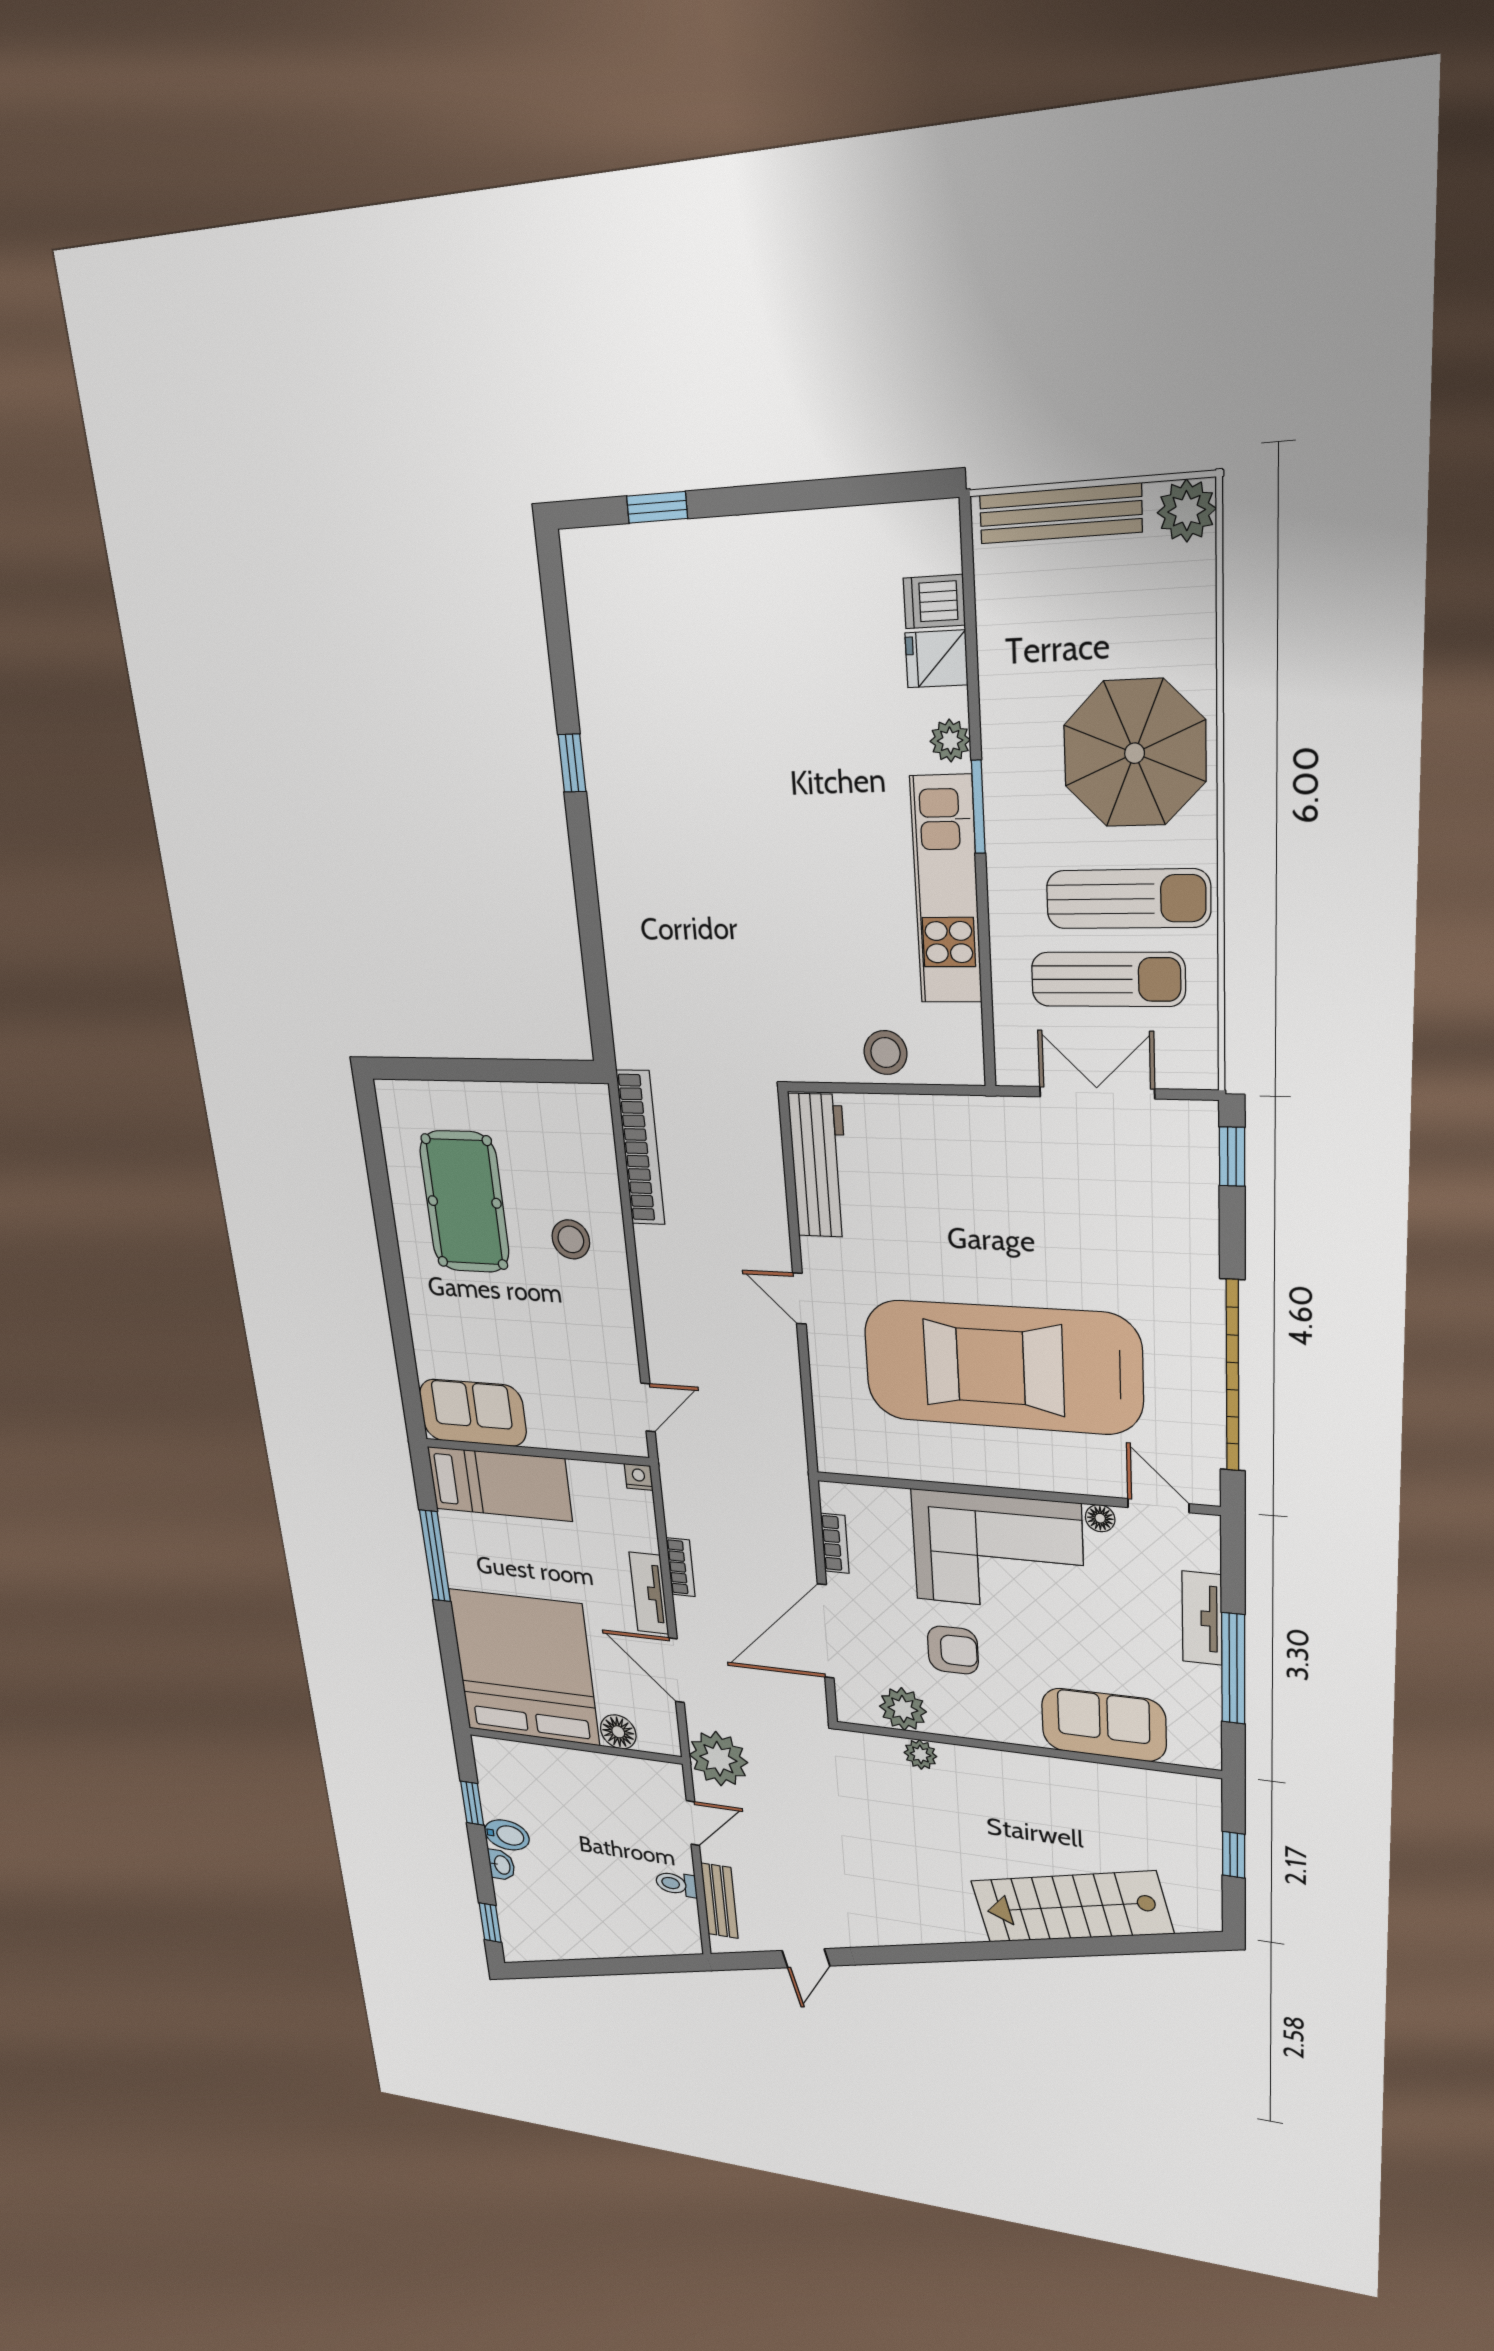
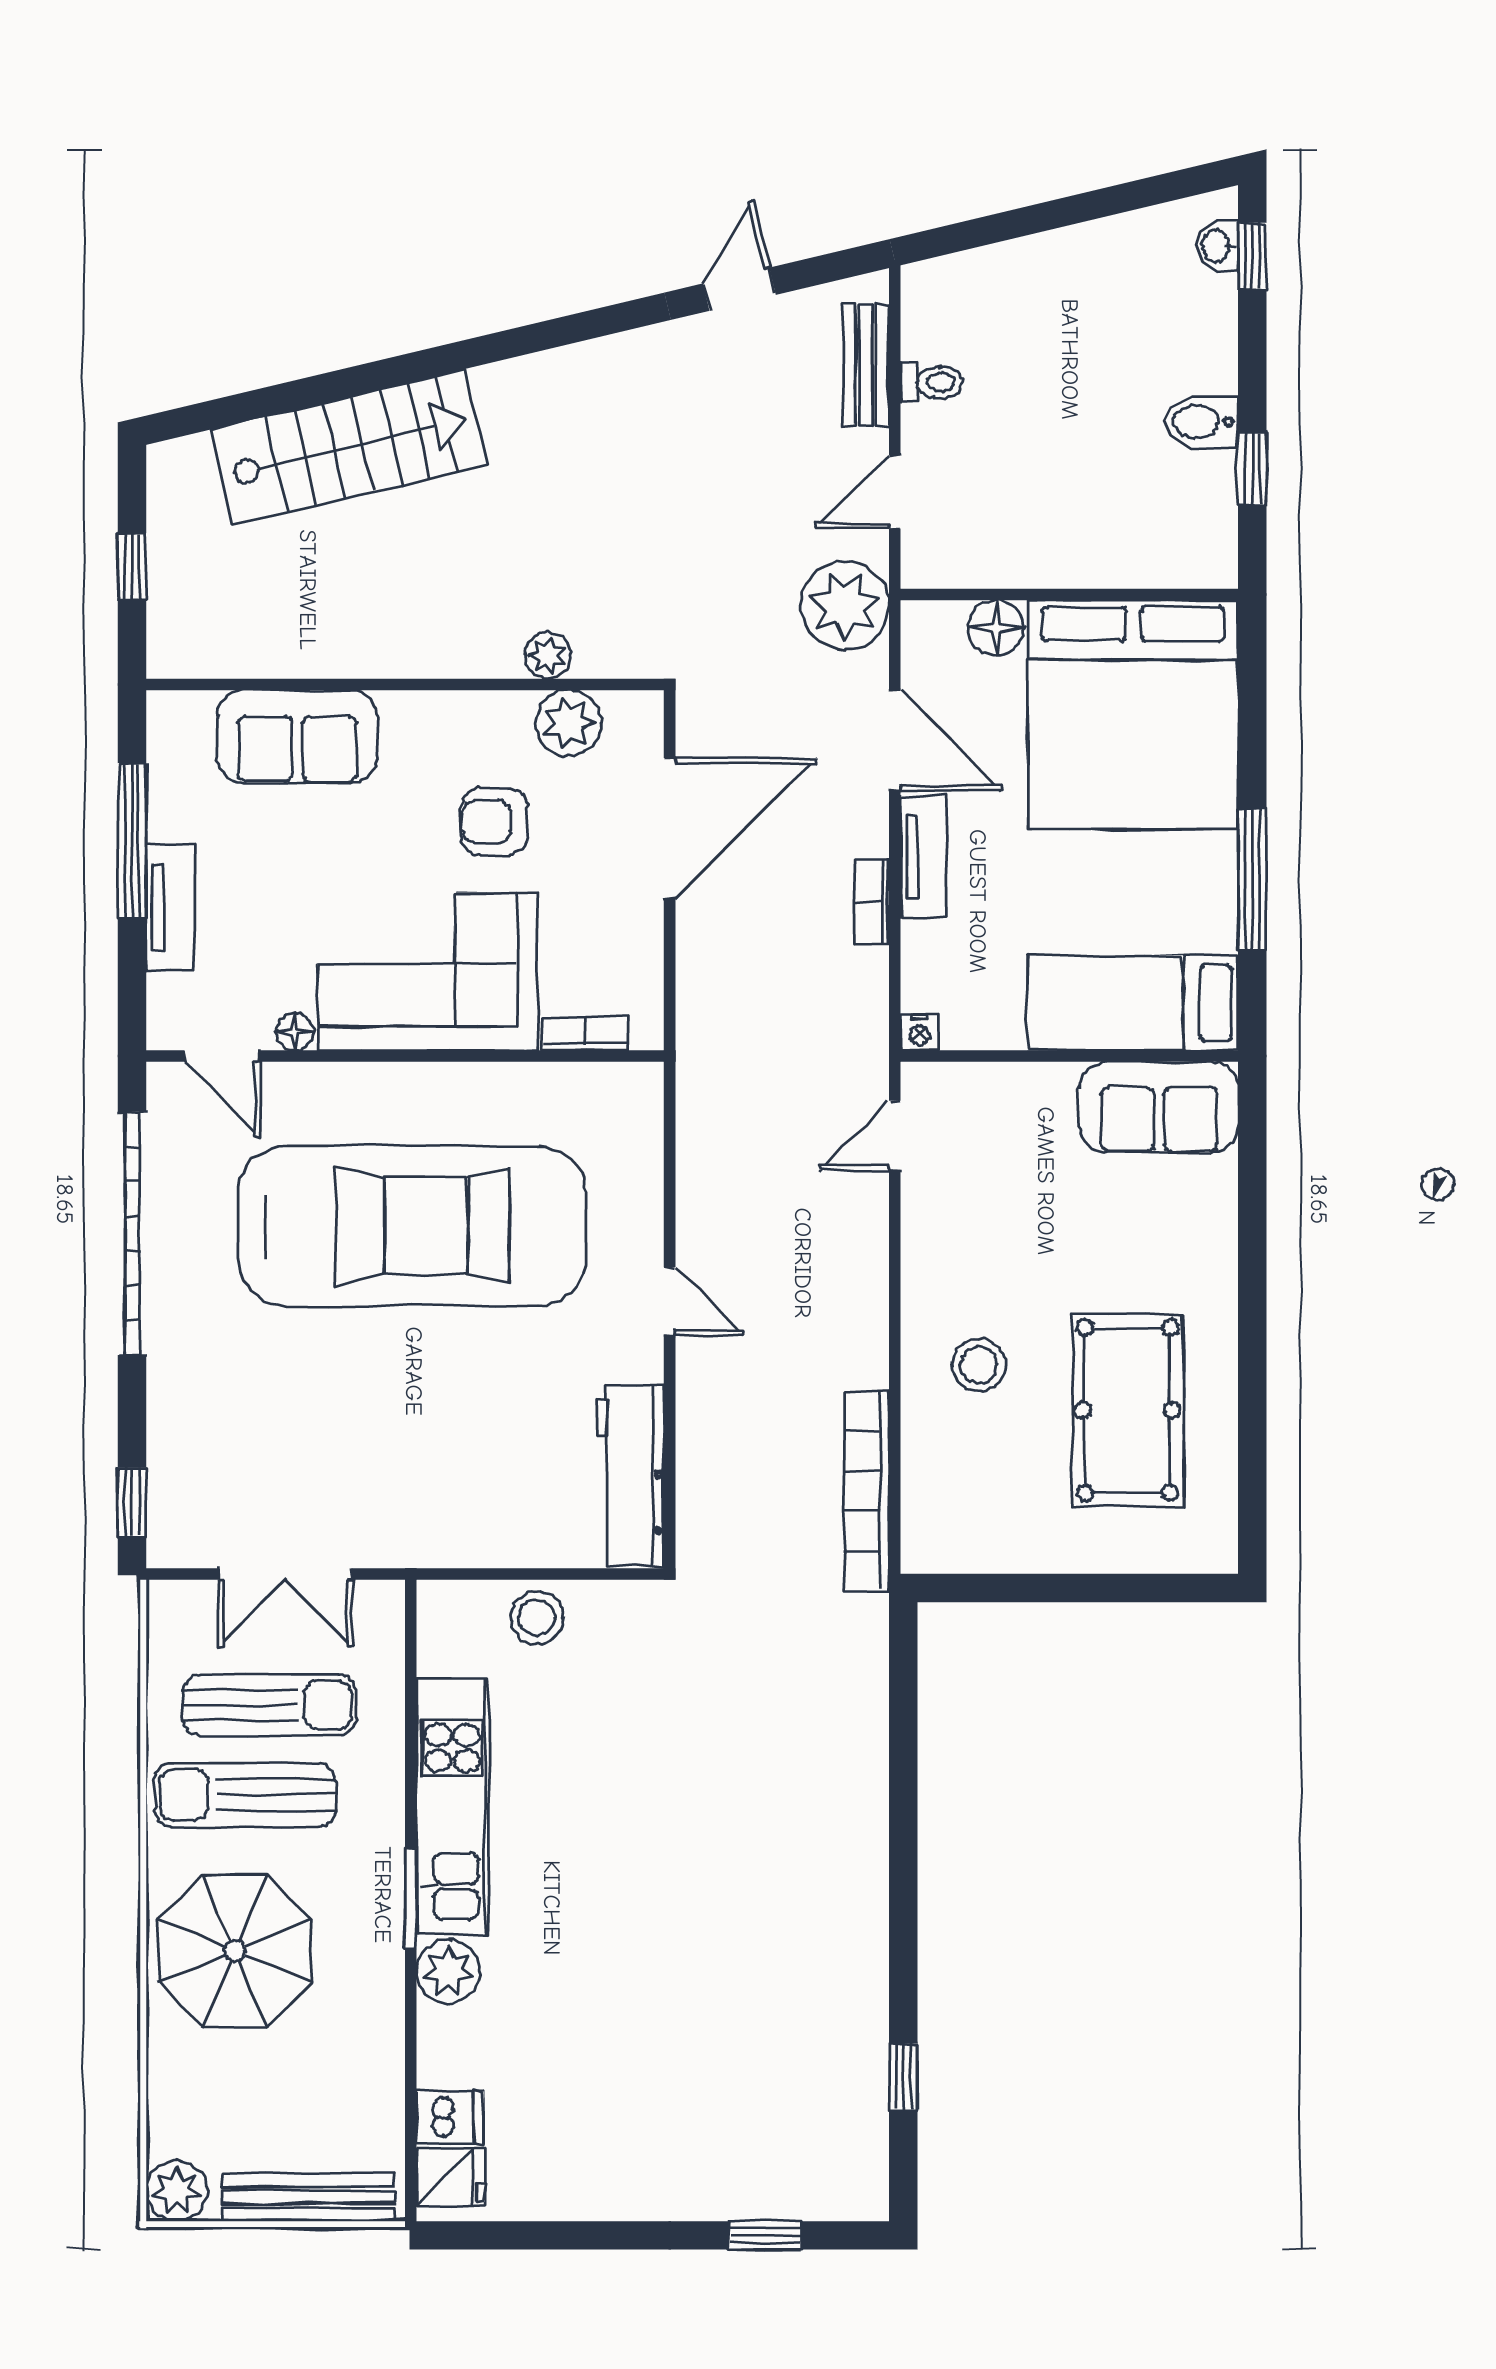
fridge: (936, 659) -> (451, 2177), moved
plant: (950, 741) -> (448, 1971), width x1.38, depth x1.38
window: (572, 763) -> (903, 2077), moved
sun lounger: (1108, 979) -> (270, 1705), turned 180
bookcase: (835, 1543) -> (585, 1034), moved, turned 90
washbasin: (502, 1865) -> (1218, 246), moved

